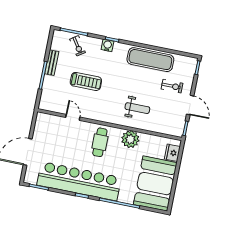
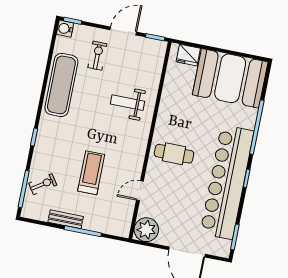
water cooler: (107, 45) -> (65, 29), moved
weight bench: (137, 108) -> (127, 103), turned -90
plant: (130, 139) -> (146, 230), moved

